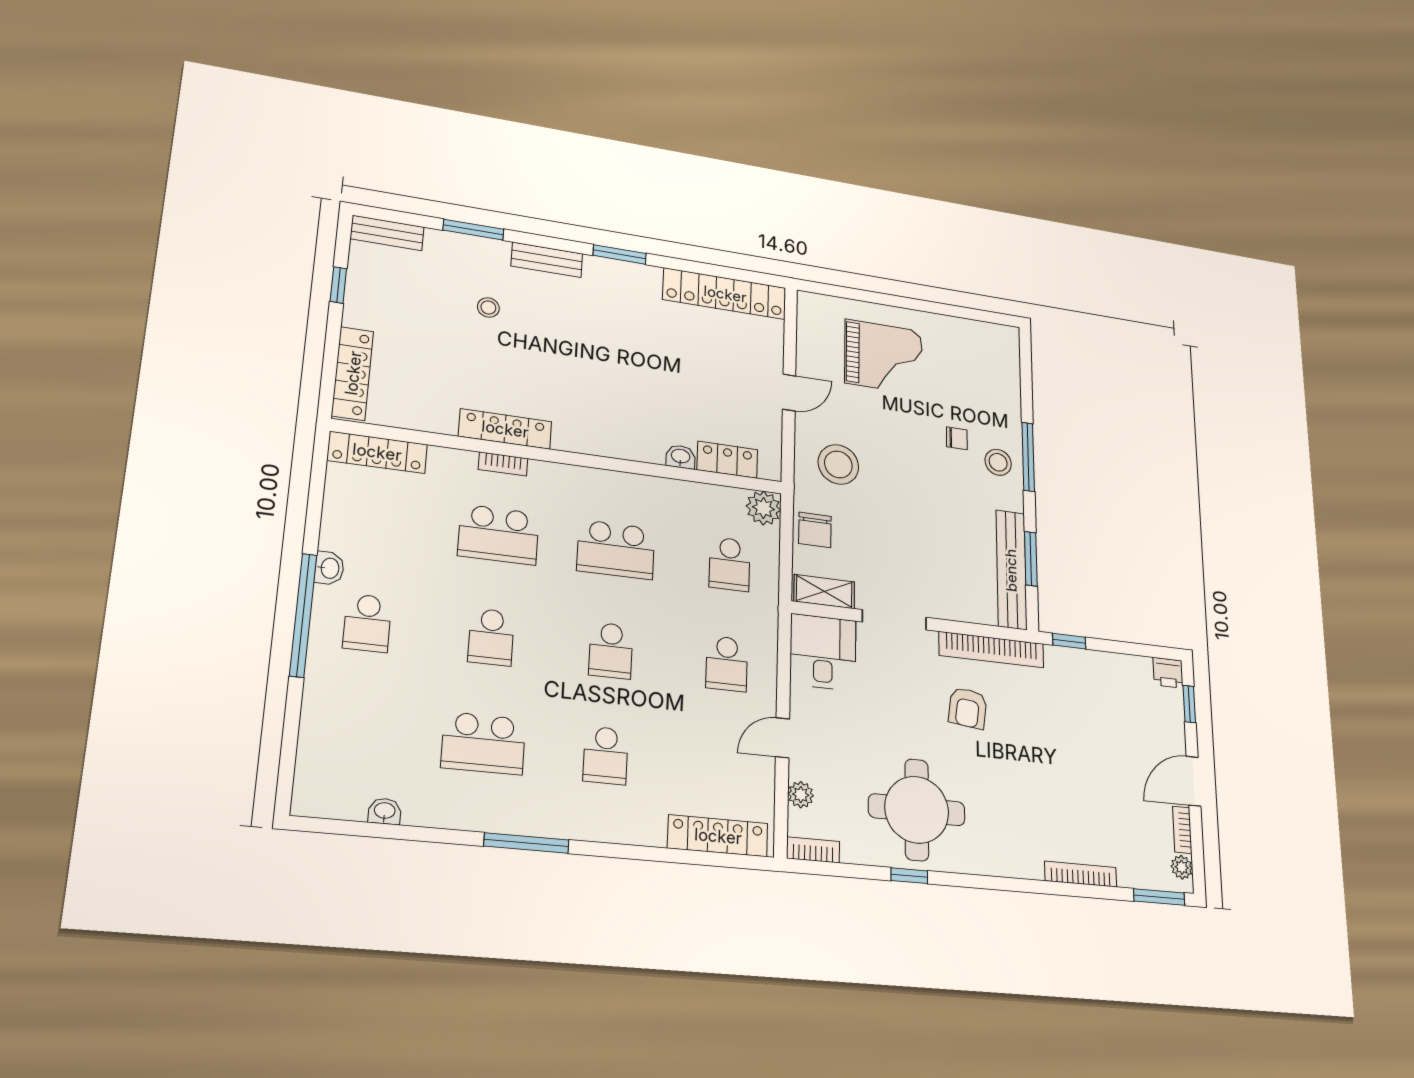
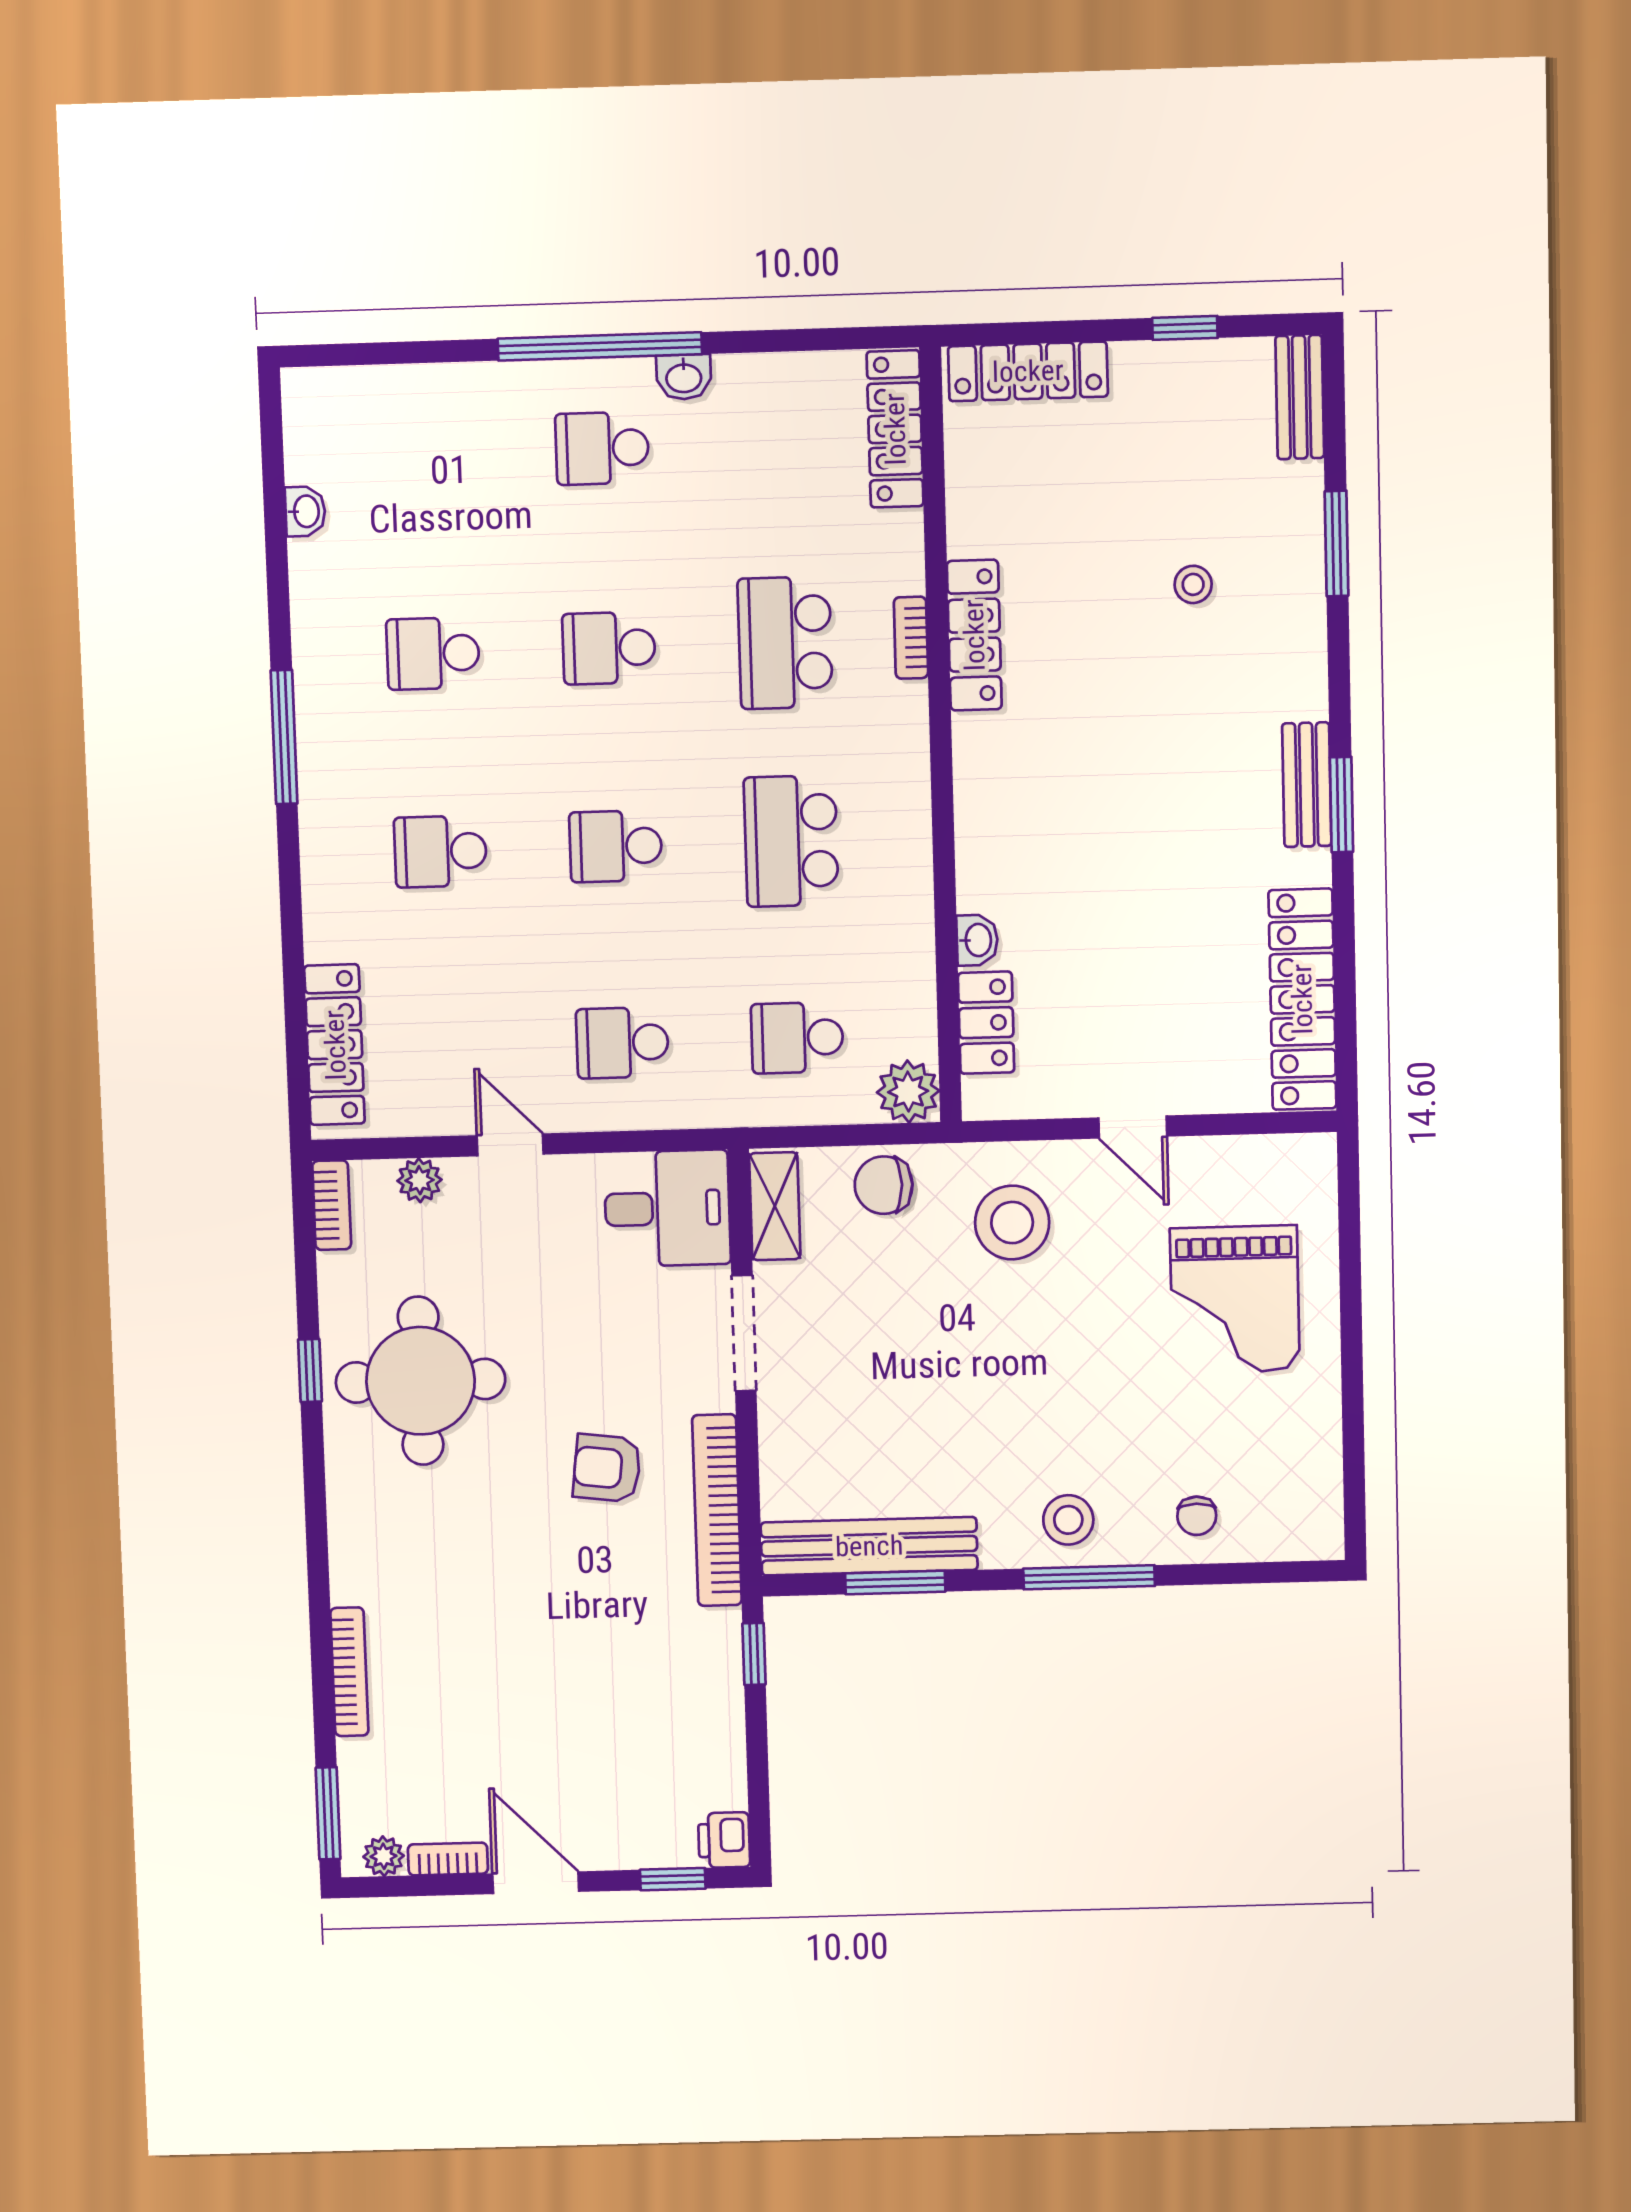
bench: (547, 260) -> (1307, 785), moved
chair: (957, 438) -> (1197, 1516), moved
school desk: (483, 743) -> (433, 653), width x0.54

